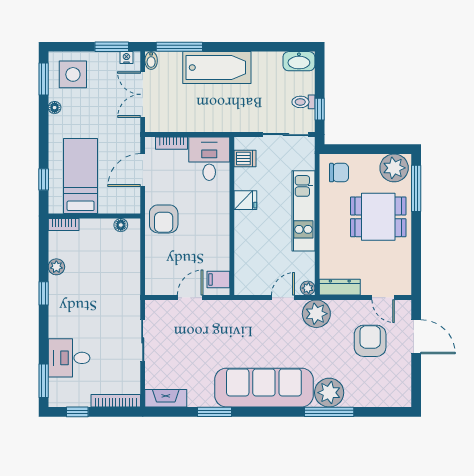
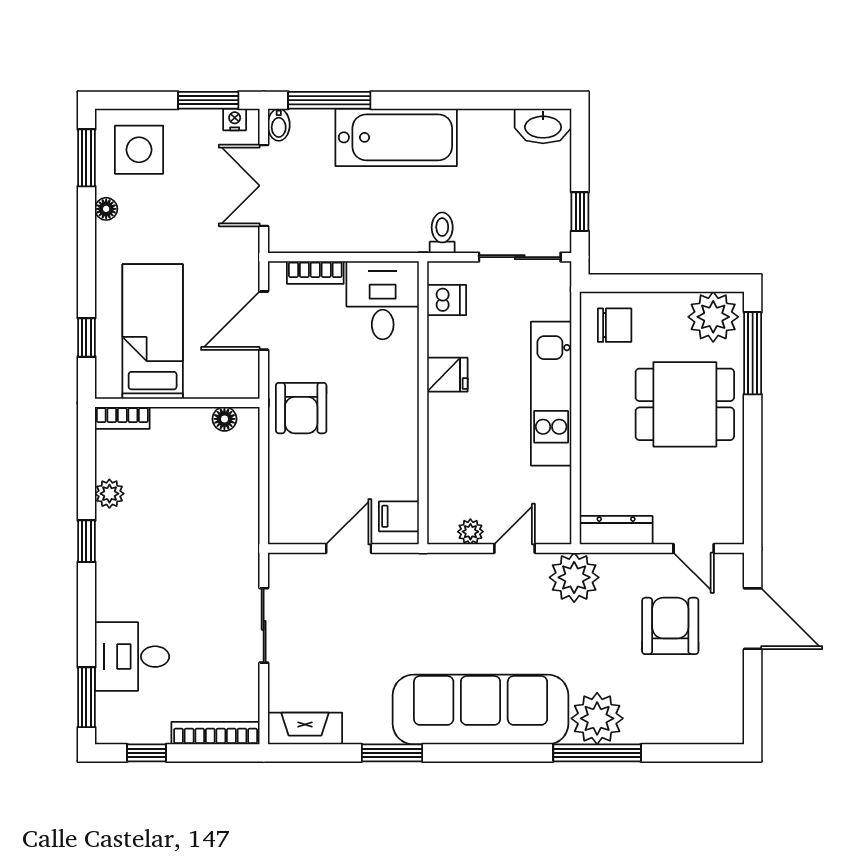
toilet: (303, 102) -> (442, 233), moved, turned 90
plant: (308, 288) -> (470, 532), moved

